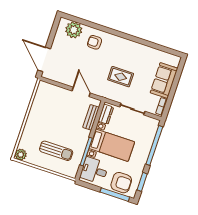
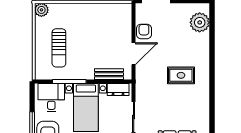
armchair: (95, 42) -> (144, 31), moved
rug: (121, 77) -> (181, 75), moved, turned 90

